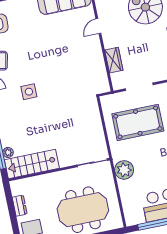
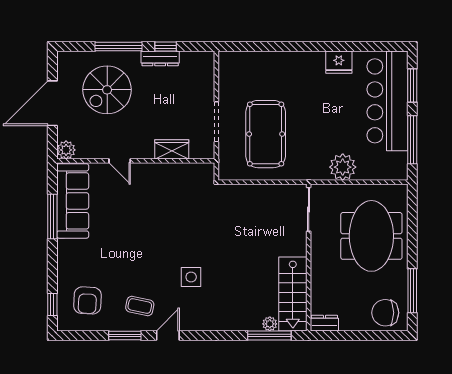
plant: (124, 170) -> (343, 167), moved
dresser: (20, 206) -> (324, 323), moved

